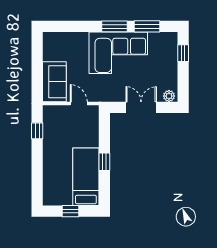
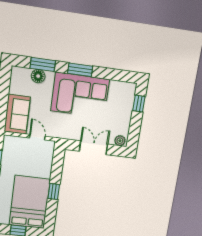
window: (147, 26) -> (43, 64), moved
floor lamp: (71, 39) -> (38, 76), added
bed: (86, 177) -> (30, 202), width x1.50

